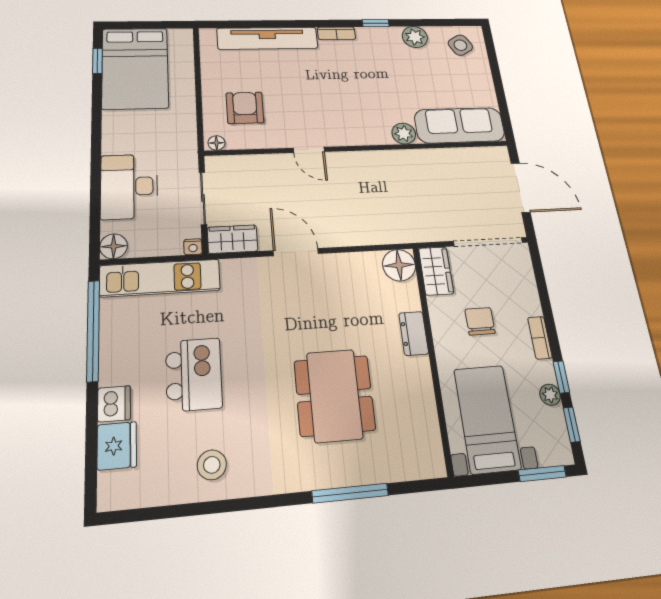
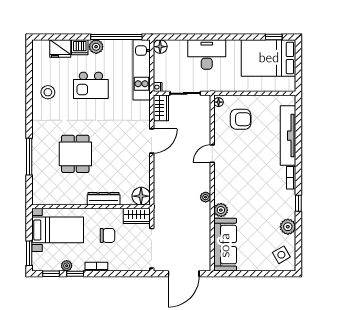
plant: (386, 158) -> (206, 197), added
desk: (129, 186) -> (207, 54), moved
dresser: (414, 333) -> (104, 199), width x1.44
plant: (113, 370) -> (96, 47), added
dining table: (334, 395) -> (75, 154), width x0.73

